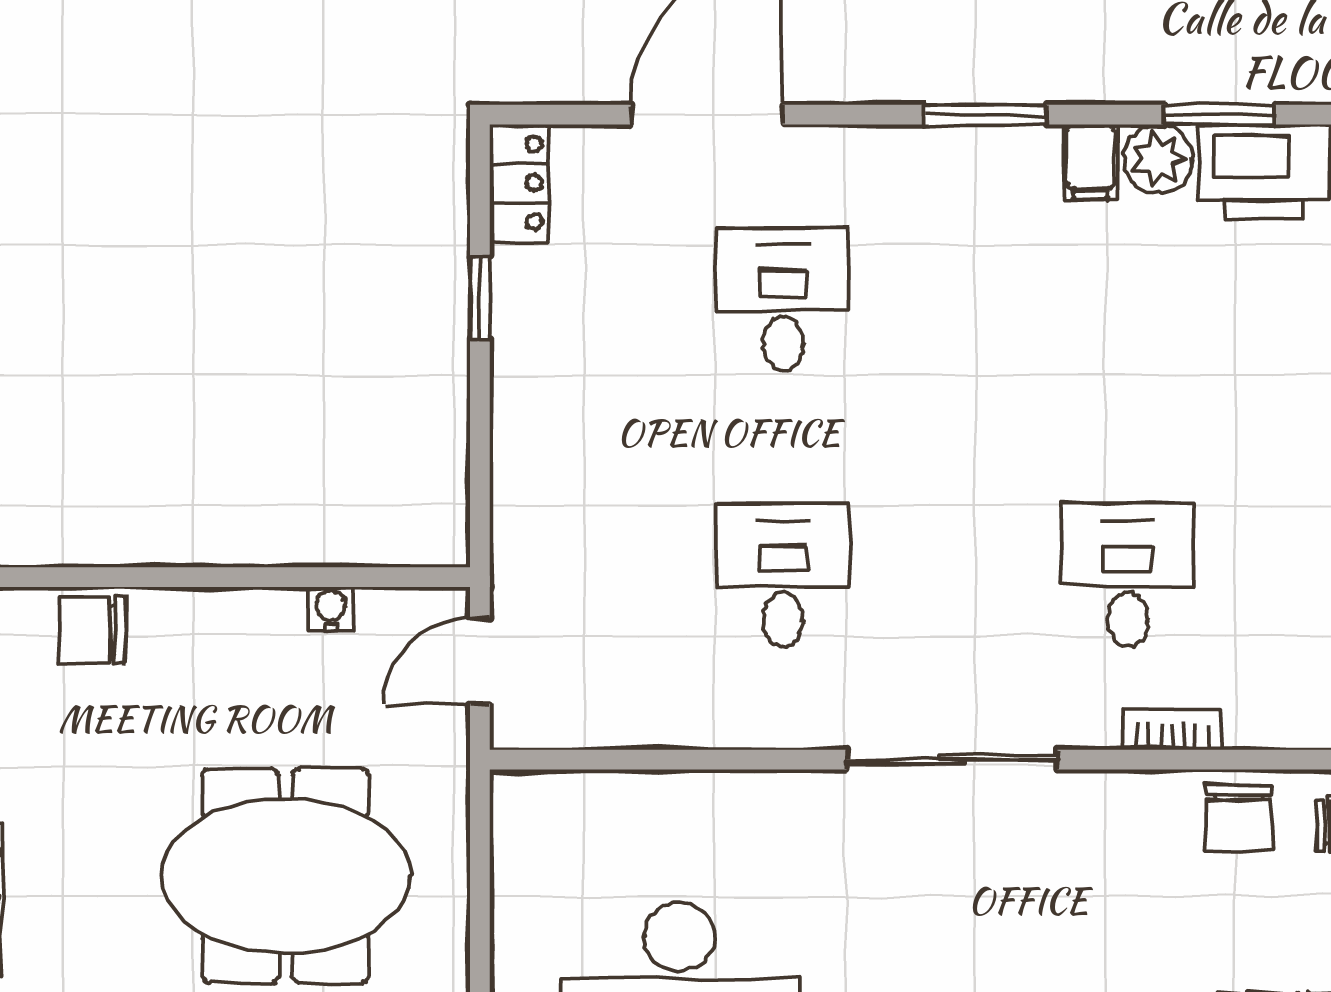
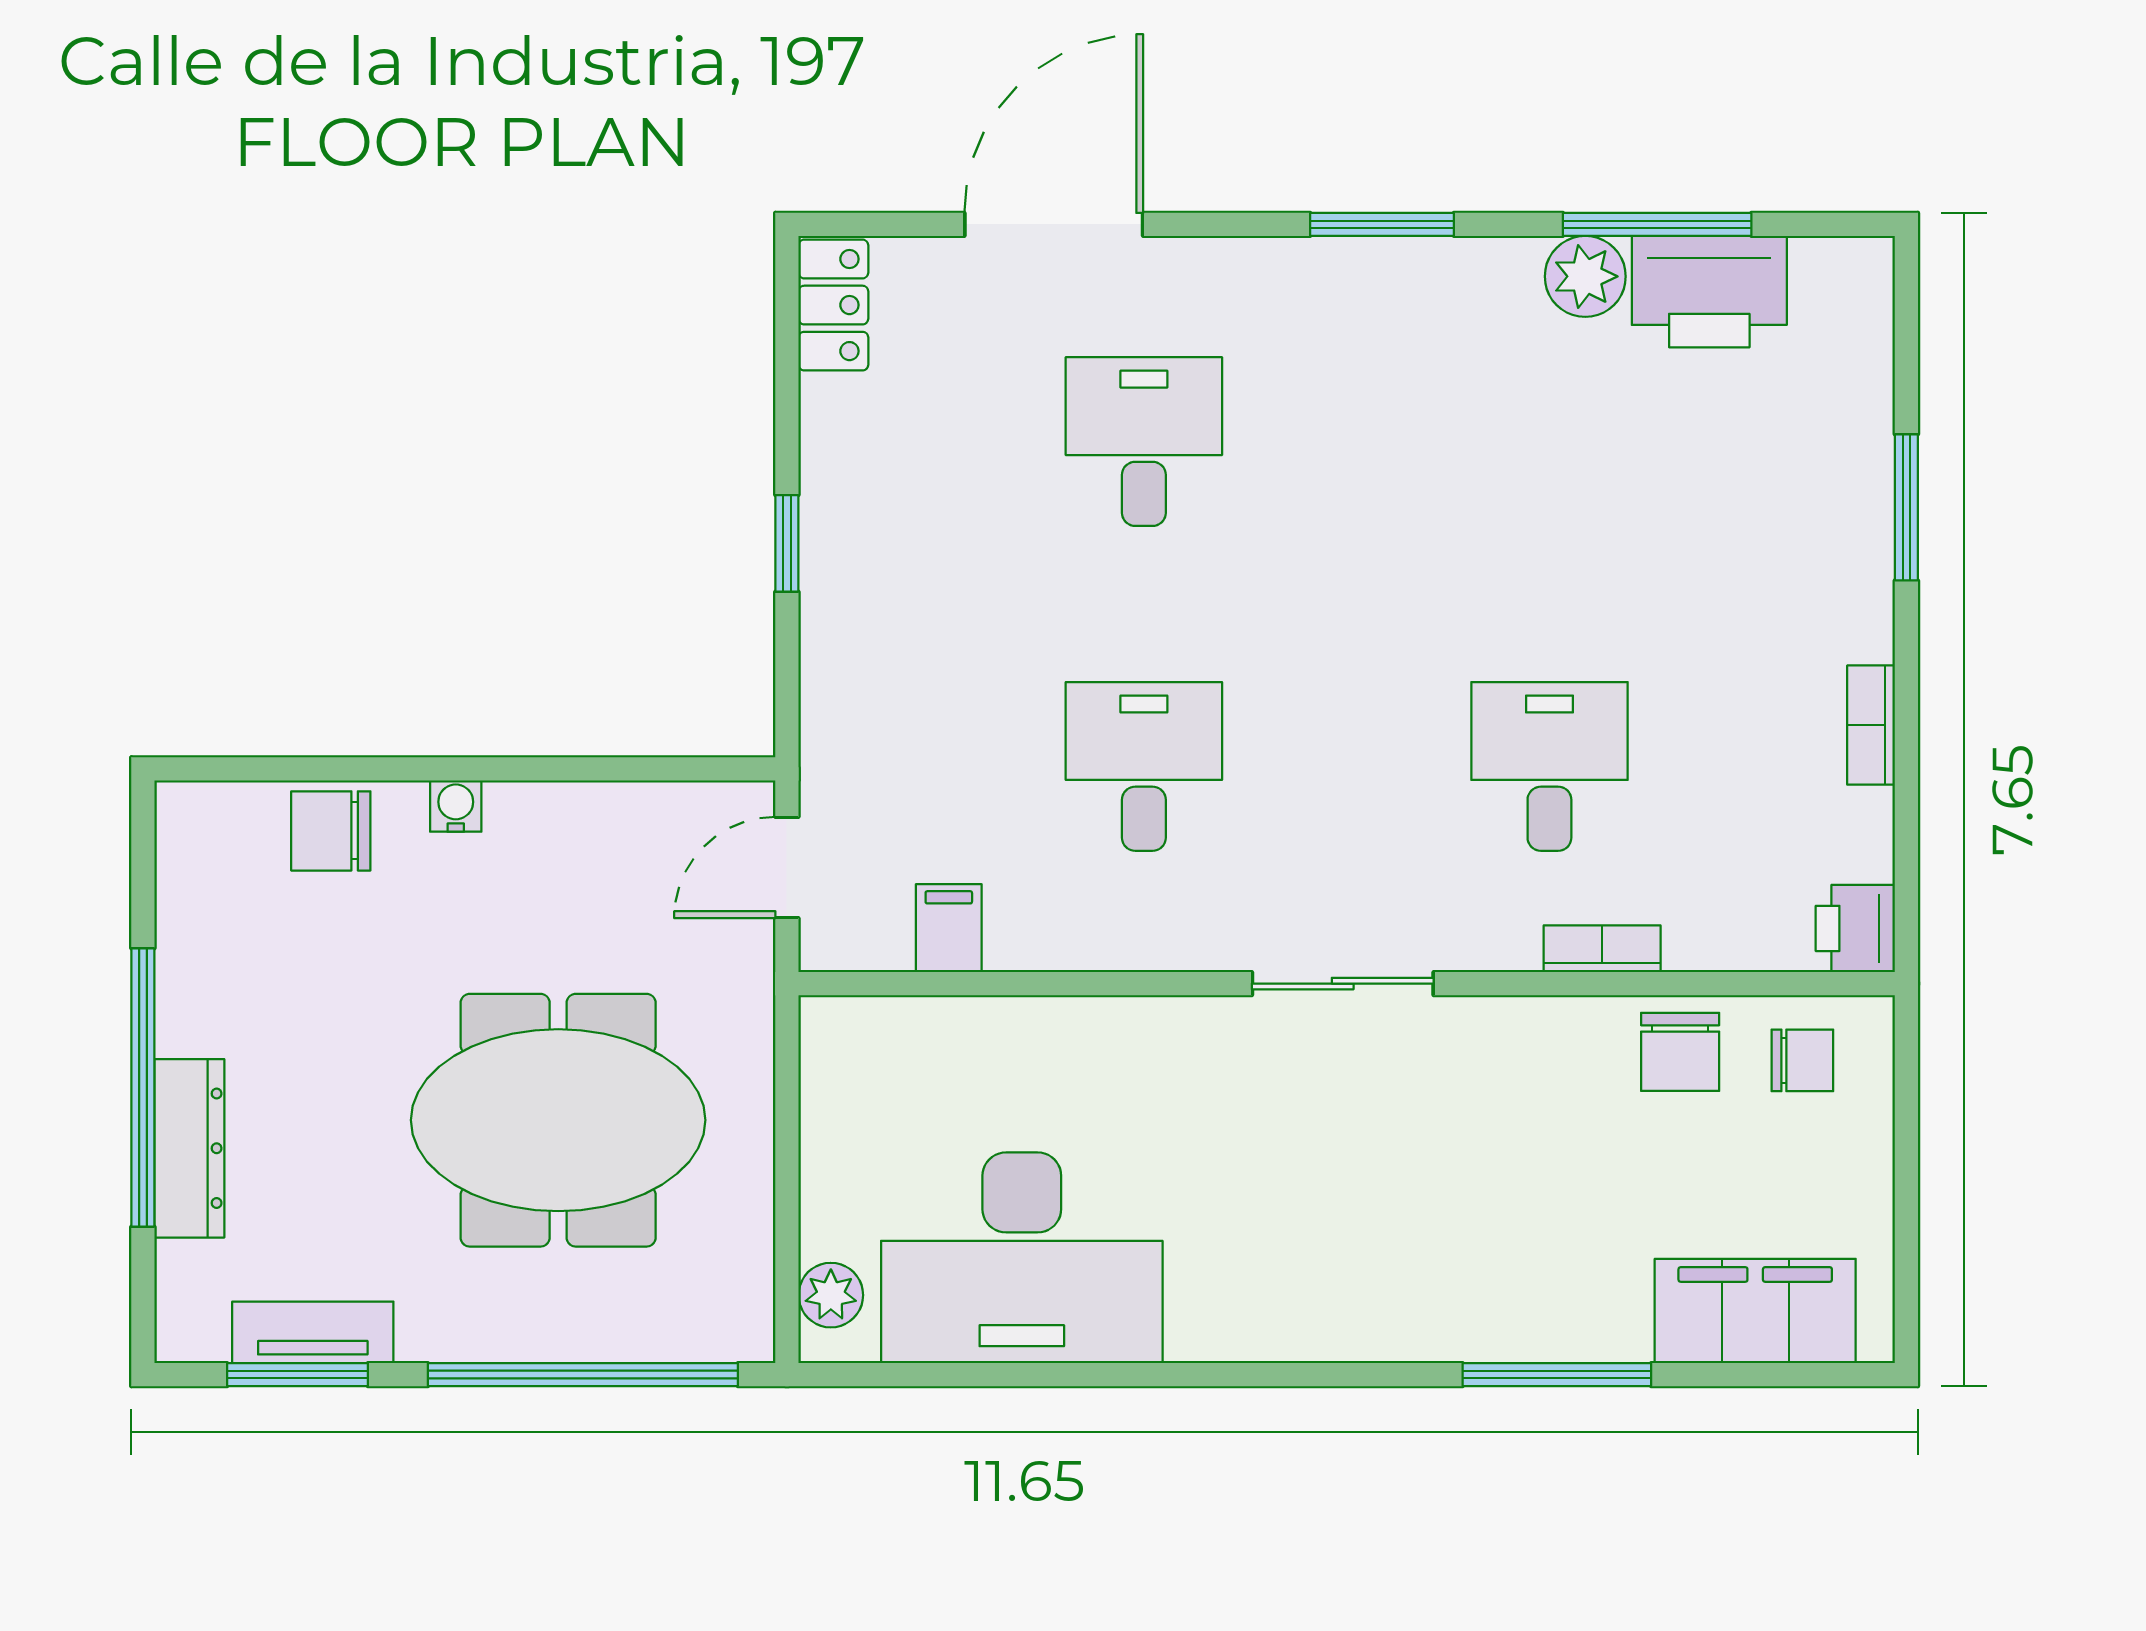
window: (1219, 115) -> (1657, 224), width x1.44
filing cabinet: (1091, 162) -> (949, 928), moved, turned 180
window: (480, 297) -> (787, 543), moved
water cooler: (331, 609) -> (456, 806), moved
sliding door: (952, 760) -> (1343, 984), width x0.73

